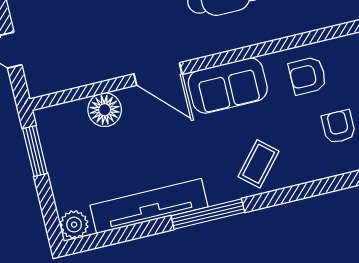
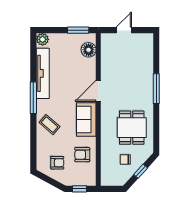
armchair: (308, 76) -> (82, 155), turned -90
floor lamp: (105, 110) -> (89, 50), moved

